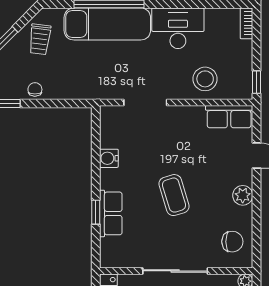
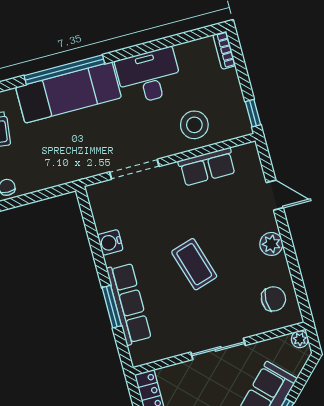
row of seats: (229, 117) -> (207, 167), moved
window: (96, 212) -> (112, 307), width x1.50
row of seats: (111, 213) -> (129, 304), width x1.48
sliding door: (175, 271) -> (218, 349), width x0.73

